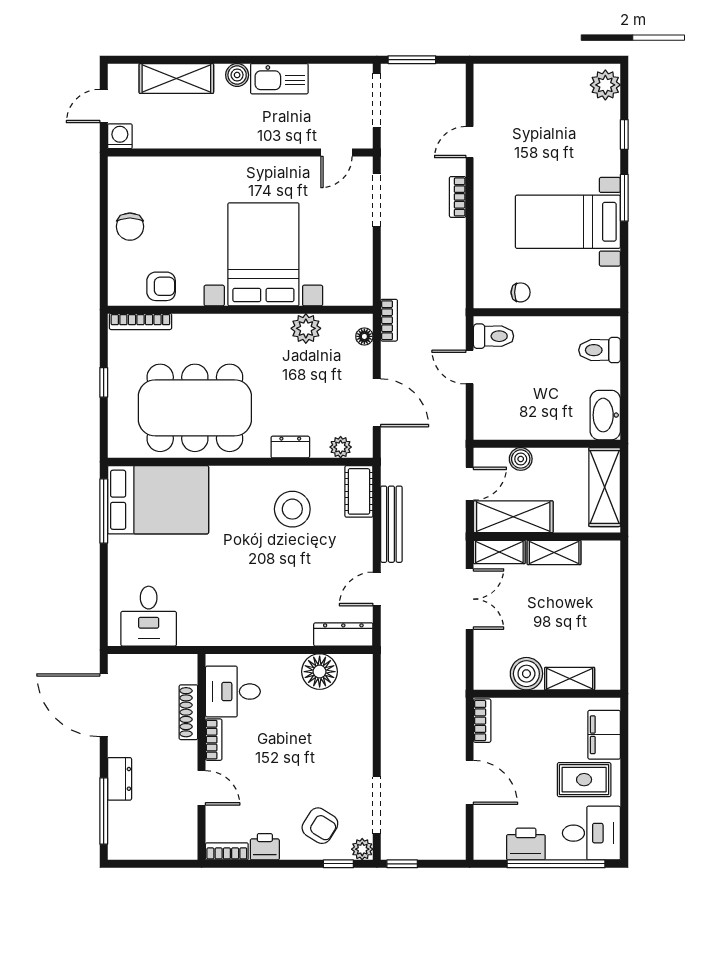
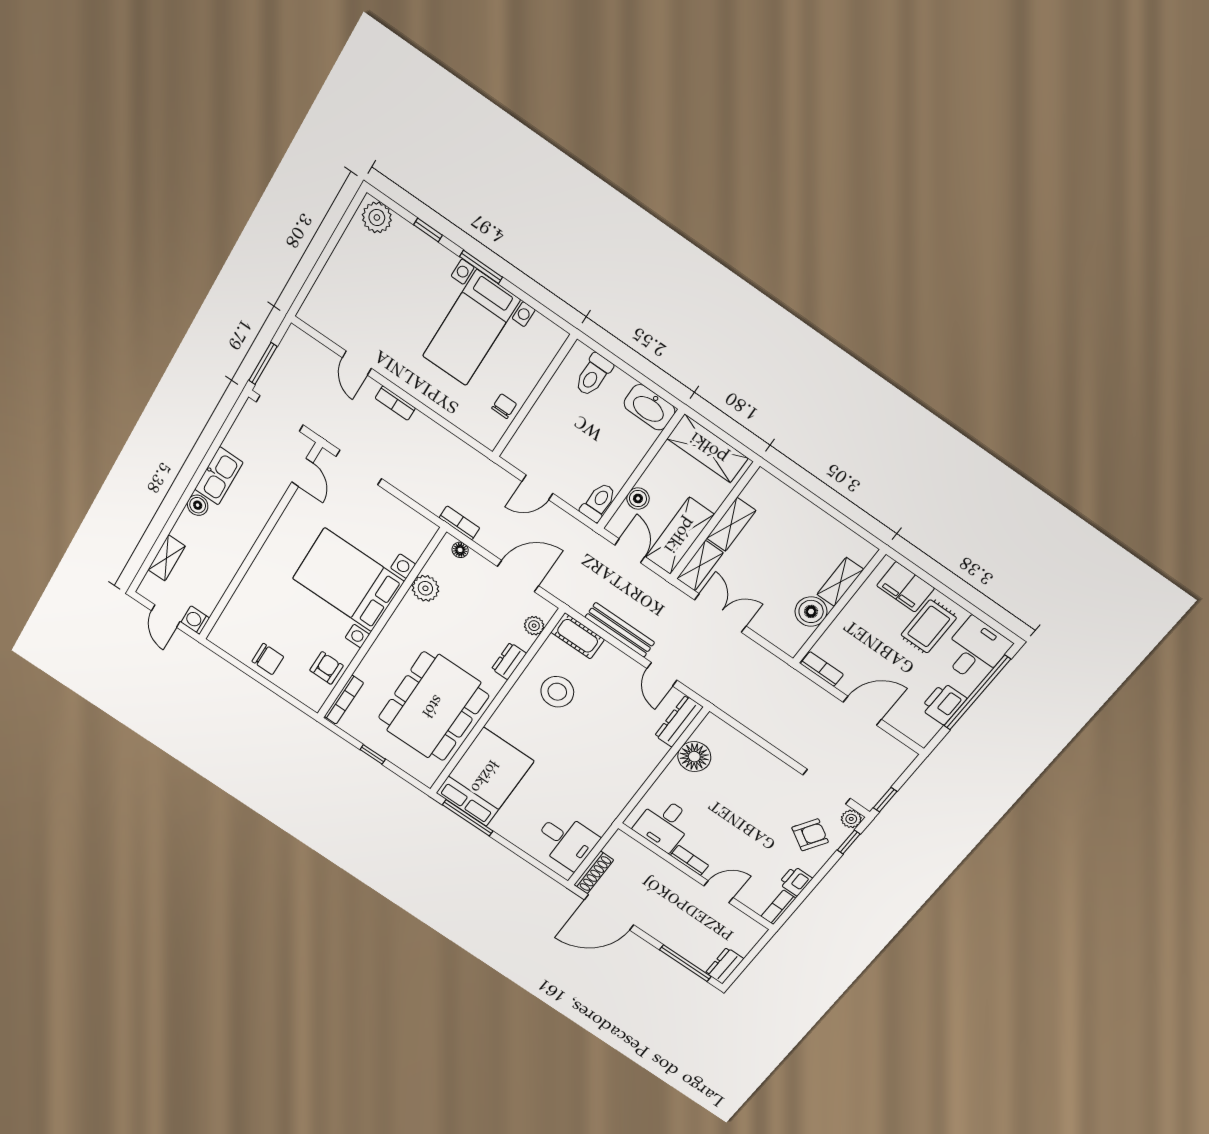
shelving: (176, 78) -> (167, 558), width x0.67, depth x0.75
toilet: (494, 336) -> (598, 502), moved
shoe rack: (188, 712) -> (594, 872), moved, turned -90
dresser: (120, 779) -> (725, 966), moved, turned -90

